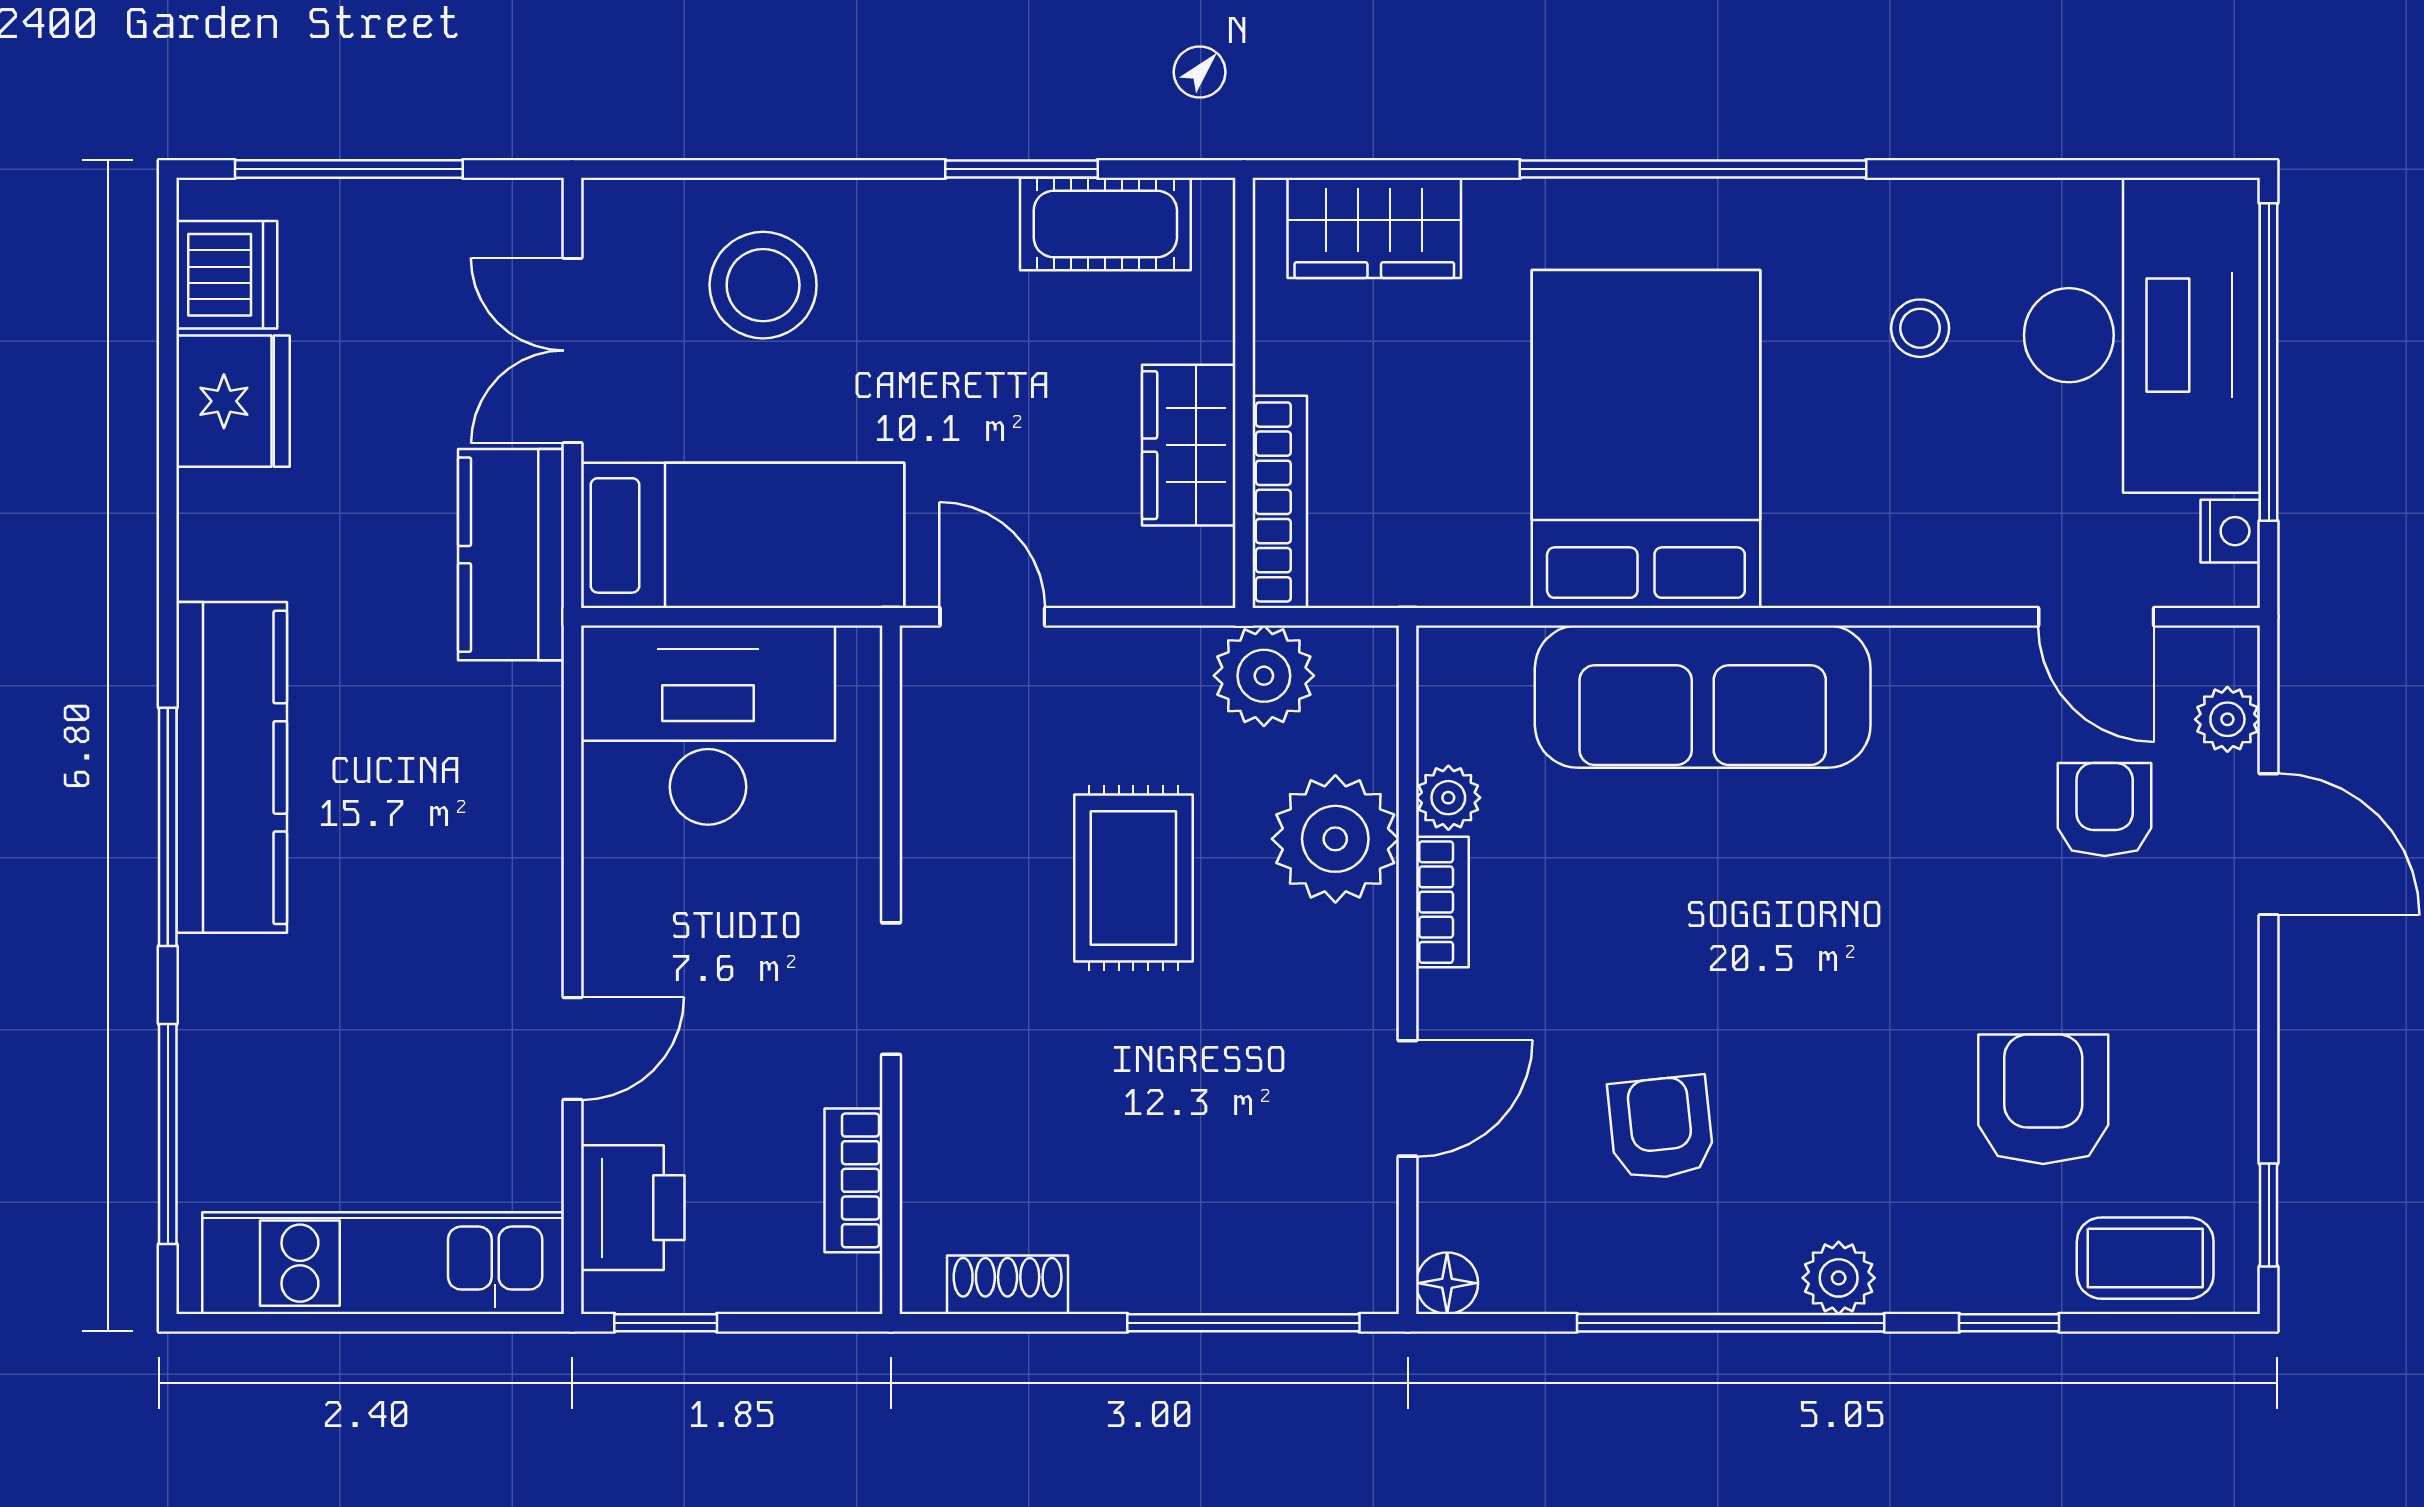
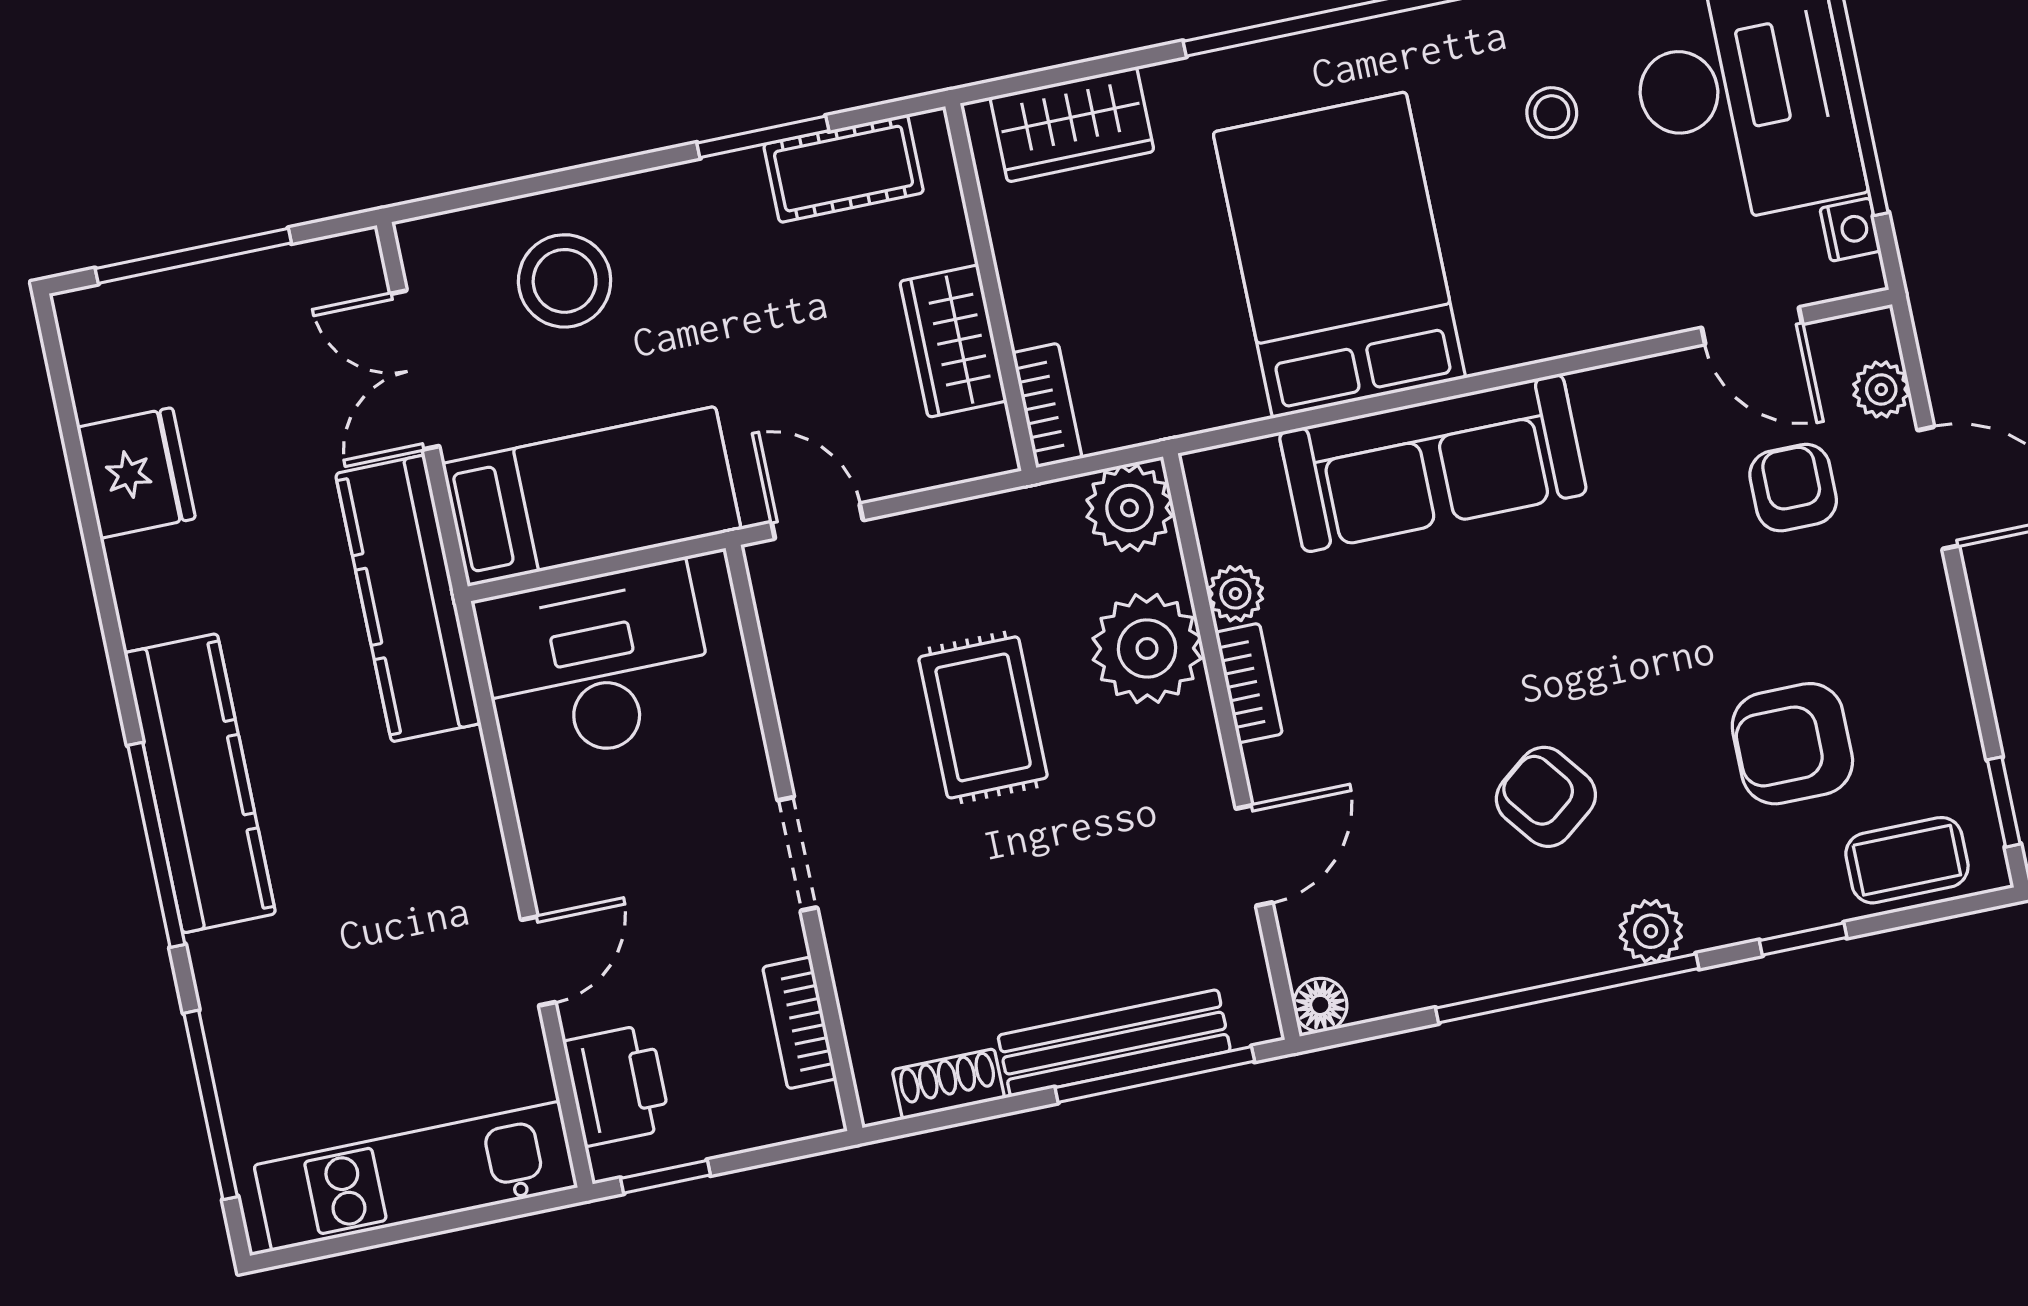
dishwasher: (227, 275) -> (109, 367), removed
bookcase: (1280, 502) -> (1047, 405), width x0.64
kitchen counter: (511, 555) -> (408, 598), width x1.50
plant: (1264, 676) -> (1129, 508), moved
armchair: (2043, 1099) -> (1792, 744), turned -90
armchair: (1661, 1128) -> (1546, 797), moved, turned -32
bench: (1205, 1278) -> (1114, 1043), added

